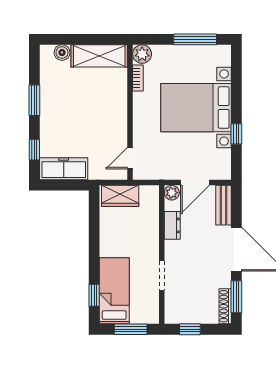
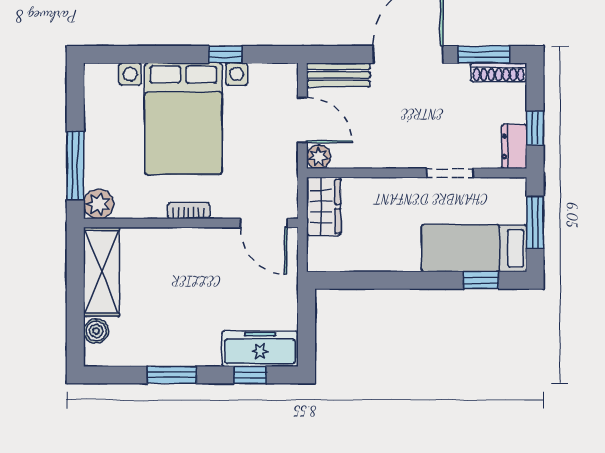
window: (195, 39) -> (75, 165), moved
bookcase: (138, 78) -> (189, 211), moved
door: (130, 158) -> (264, 223), width x1.38
freezer: (64, 169) -> (260, 349), moved, turned 90
wardrobe: (120, 196) -> (324, 206), moved
dresser: (172, 225) -> (514, 147), moved, turned -90

